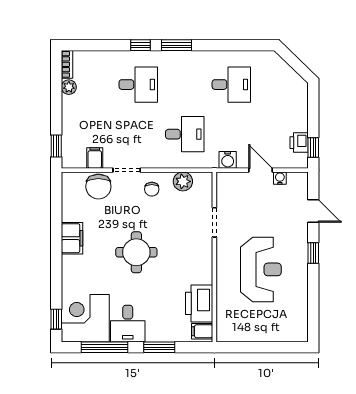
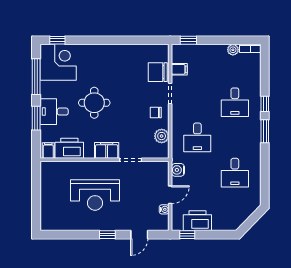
printer: (299, 143) -> (197, 221), width x1.87, depth x1.48
filing cabinet: (72, 238) -> (107, 150), moved, turned 180
round table: (136, 252) -> (94, 103), moved
desk: (128, 324) -> (54, 112), moved

